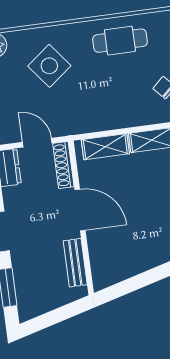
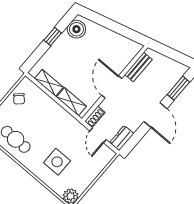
side table: (49, 66) -> (57, 162), turned 38
shoe rack: (63, 165) -> (95, 117), width x0.70

